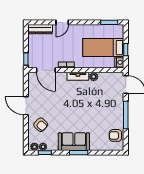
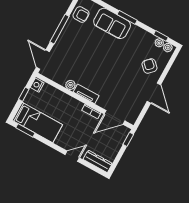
bed: (103, 48) -> (37, 122), moved
door: (46, 70) -> (115, 117), swing flipped
sofa: (74, 142) -> (112, 23), moved

